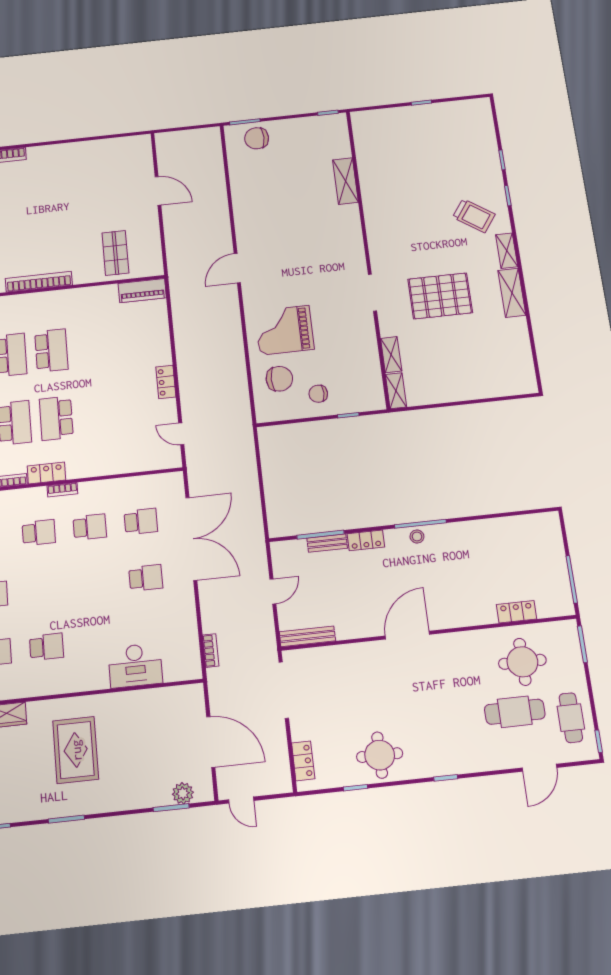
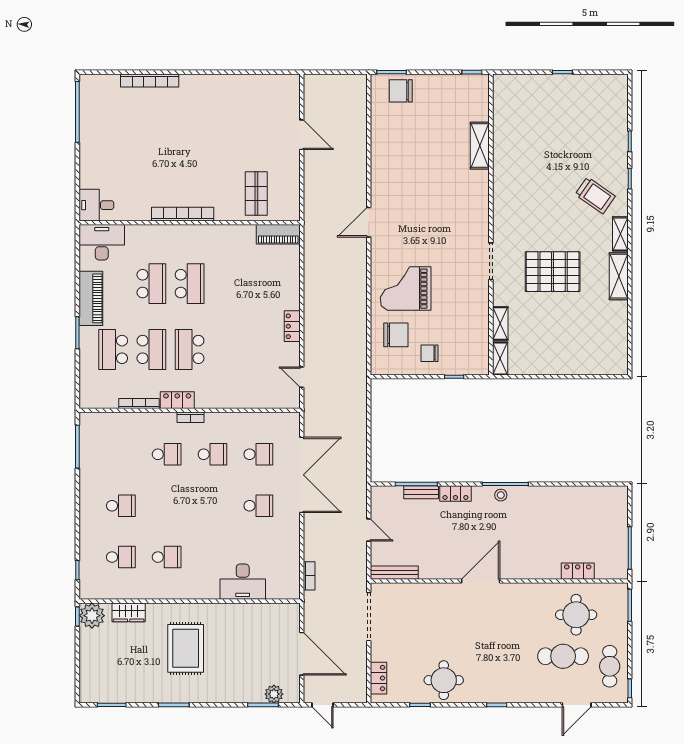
door: (273, 591) -> (369, 530), hinge flipped

